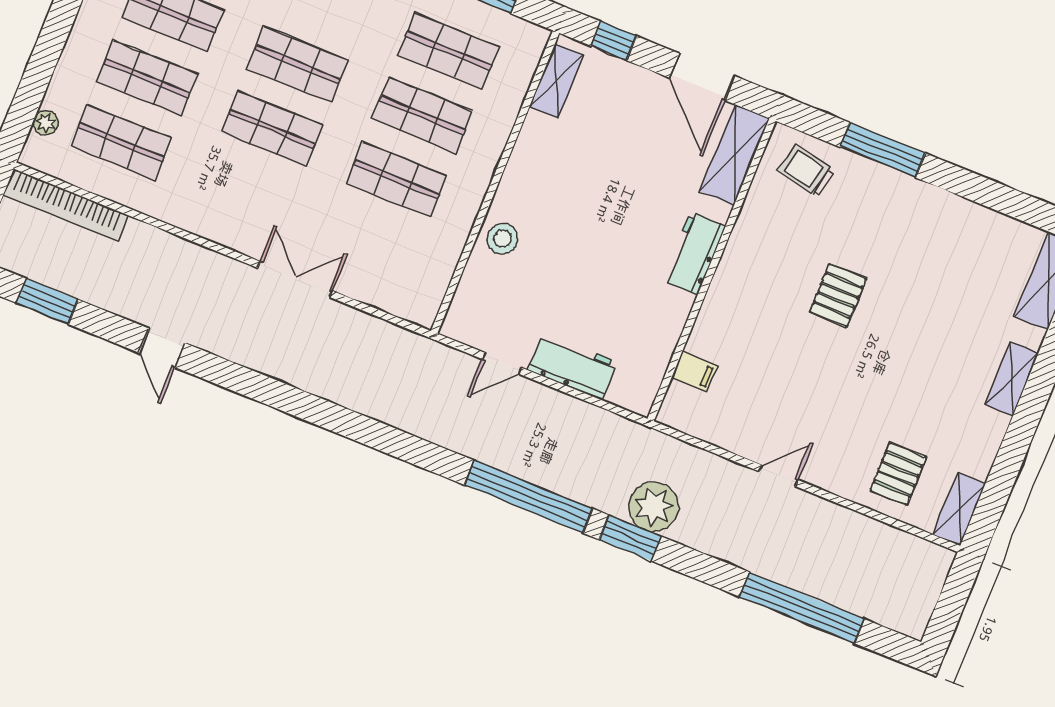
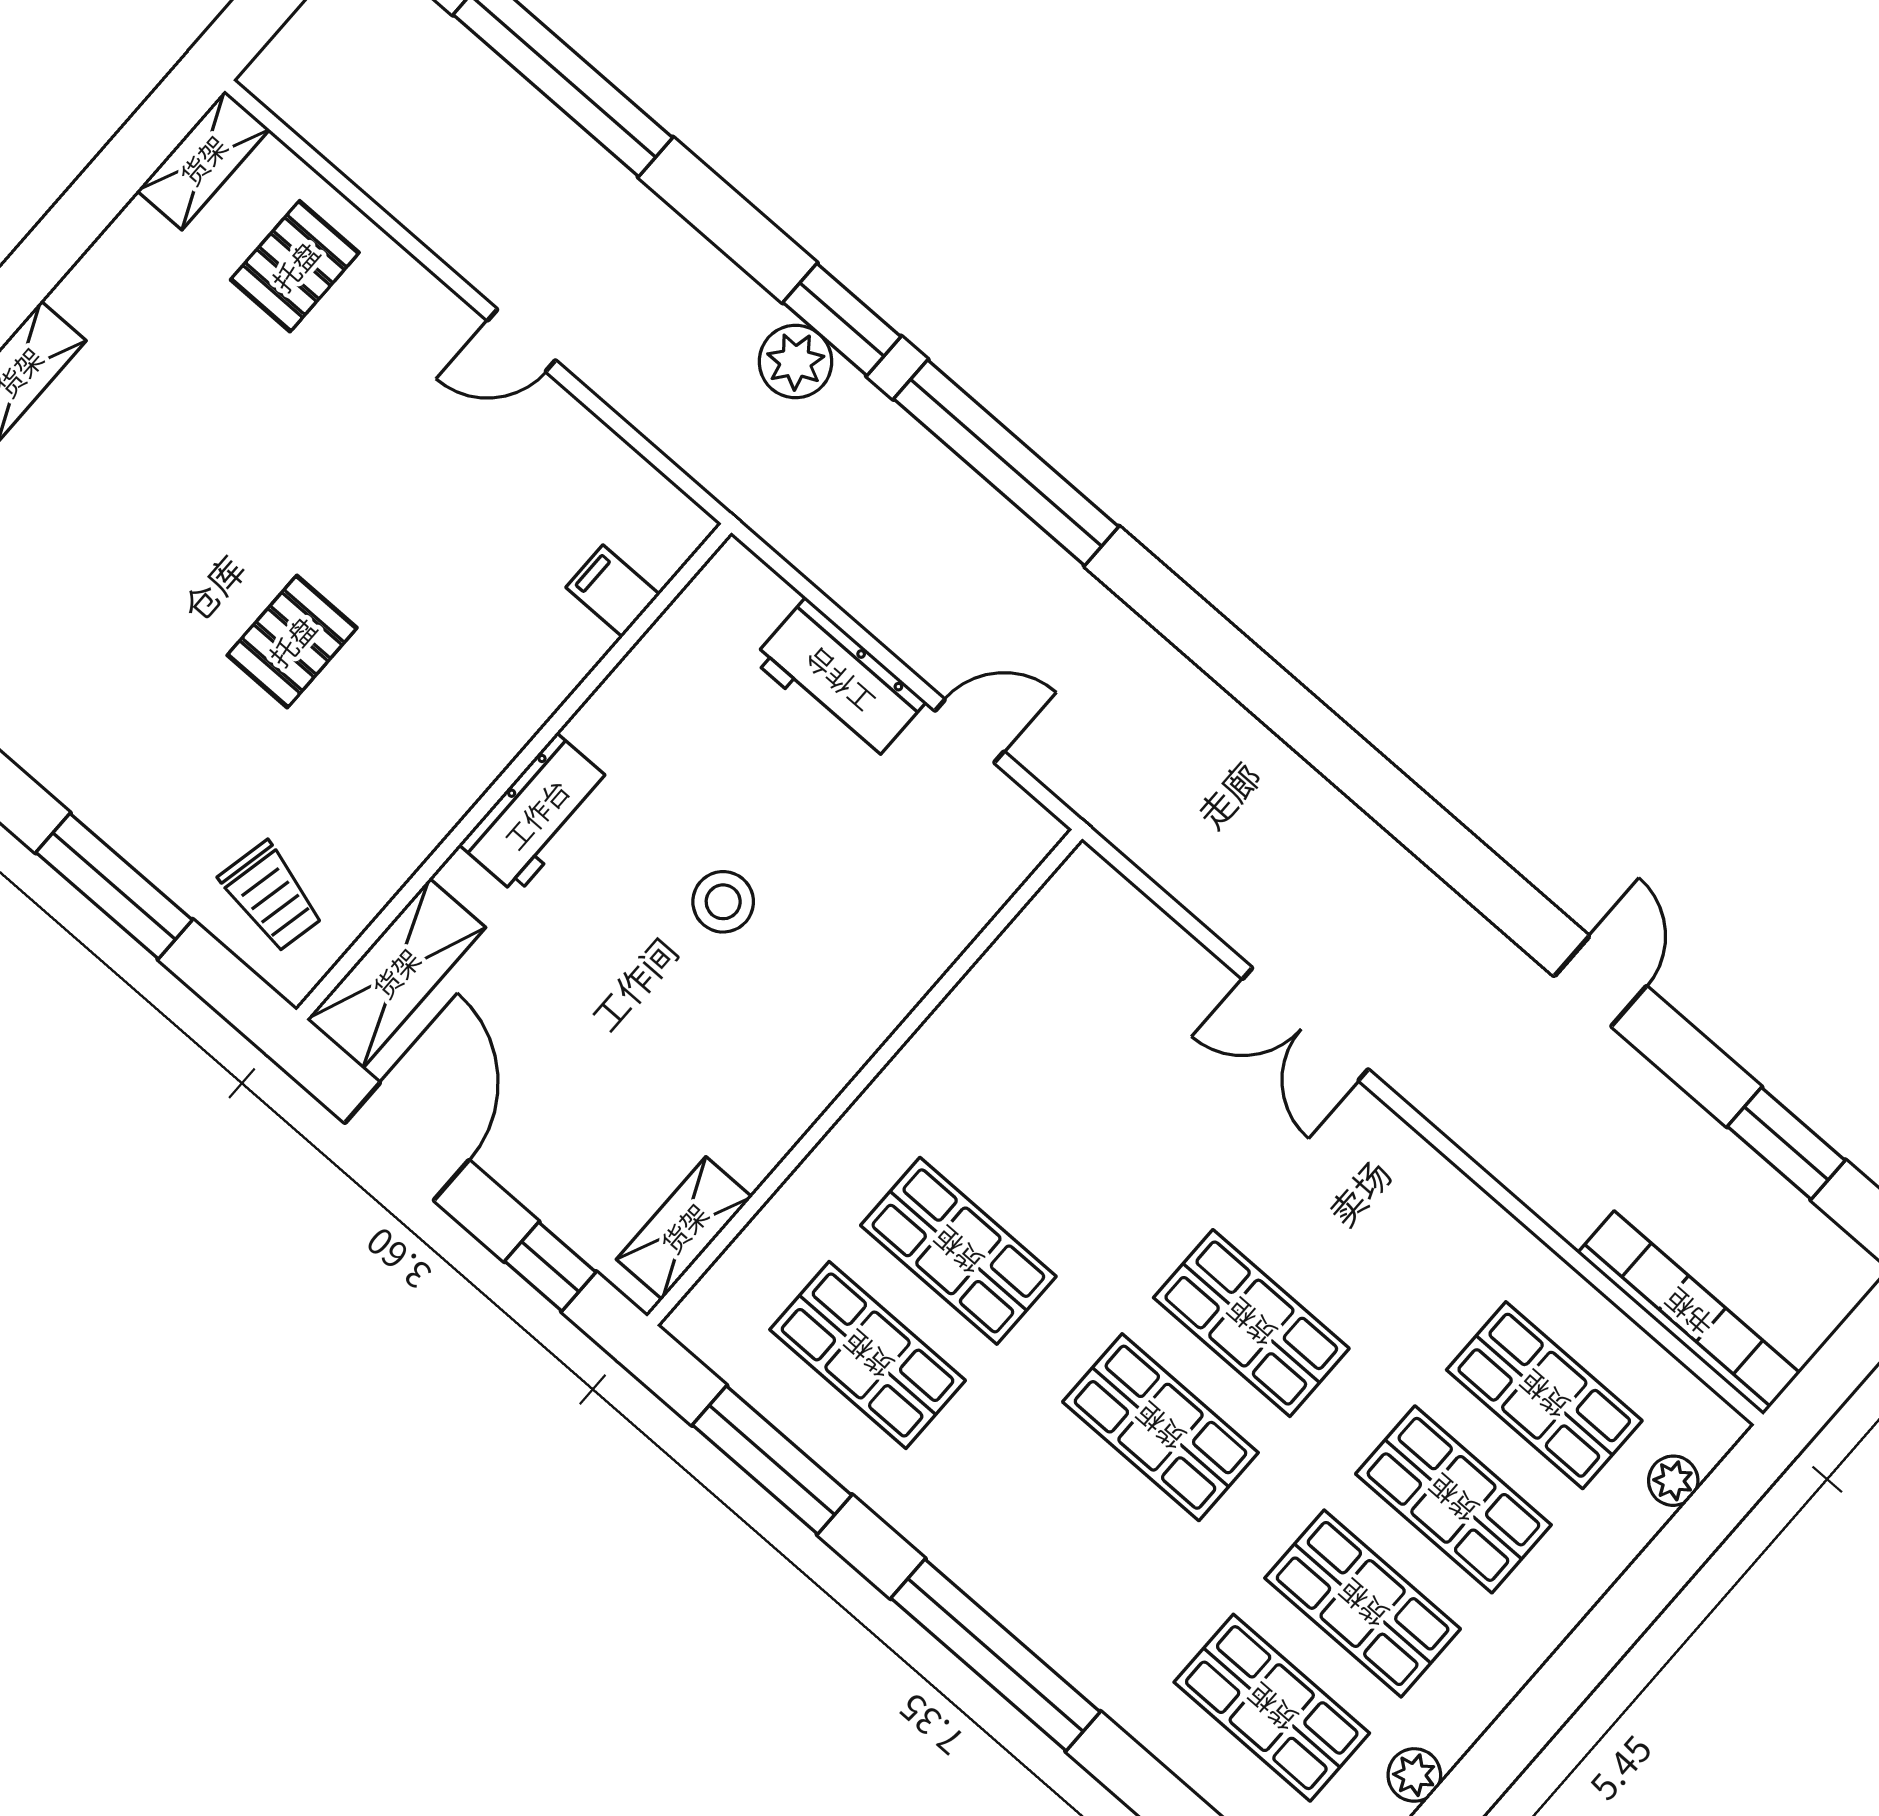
shop shelf: (396, 179) -> (1049, 1147), removed
stool: (503, 239) -> (723, 902), moved
plant: (654, 507) -> (796, 362), width x0.73, depth x0.73

